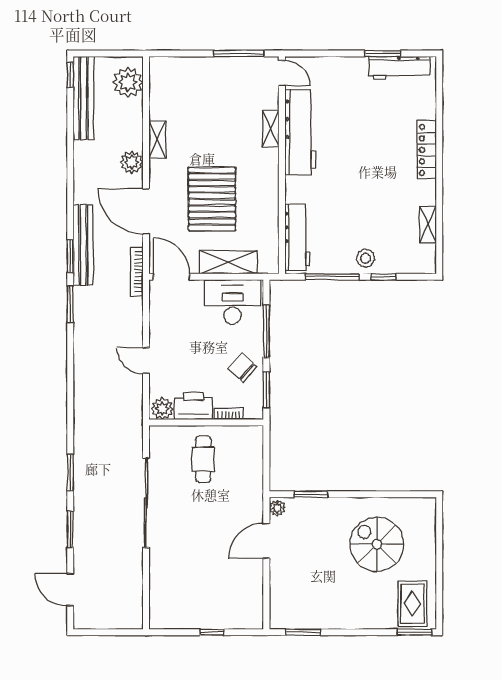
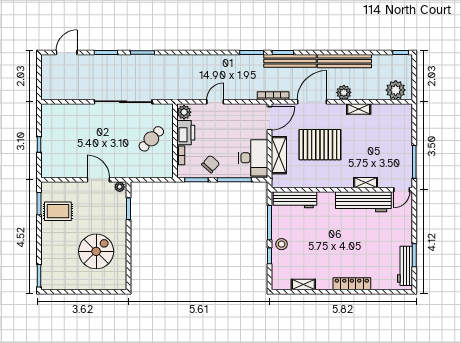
bench: (83, 98) -> (344, 61), moved
cafe table: (203, 459) -> (151, 139), turned -46
rug: (412, 604) -> (58, 211), moved

